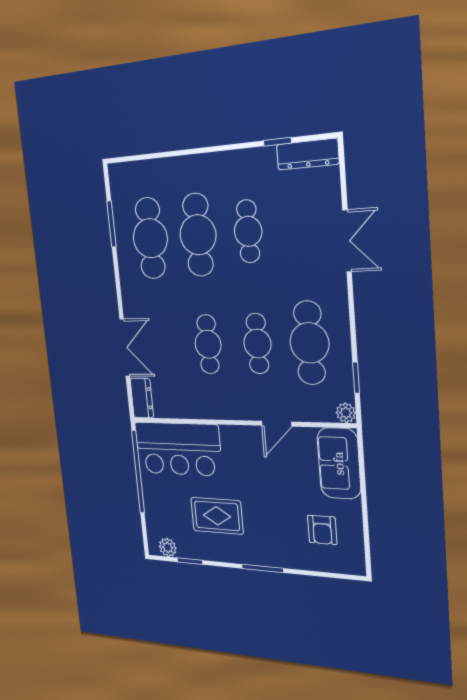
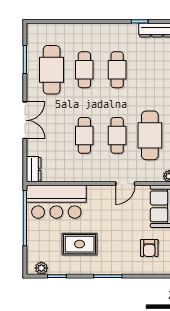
cafe table: (198, 235) -> (84, 70), width x0.73, depth x0.74
double door: (125, 348) -> (25, 120), moved

